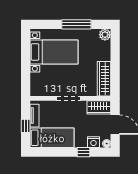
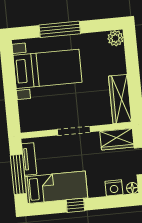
window: (76, 24) -> (60, 29), moved
window: (26, 126) -> (18, 174), width x2.17
window: (84, 152) -> (75, 205), moved

